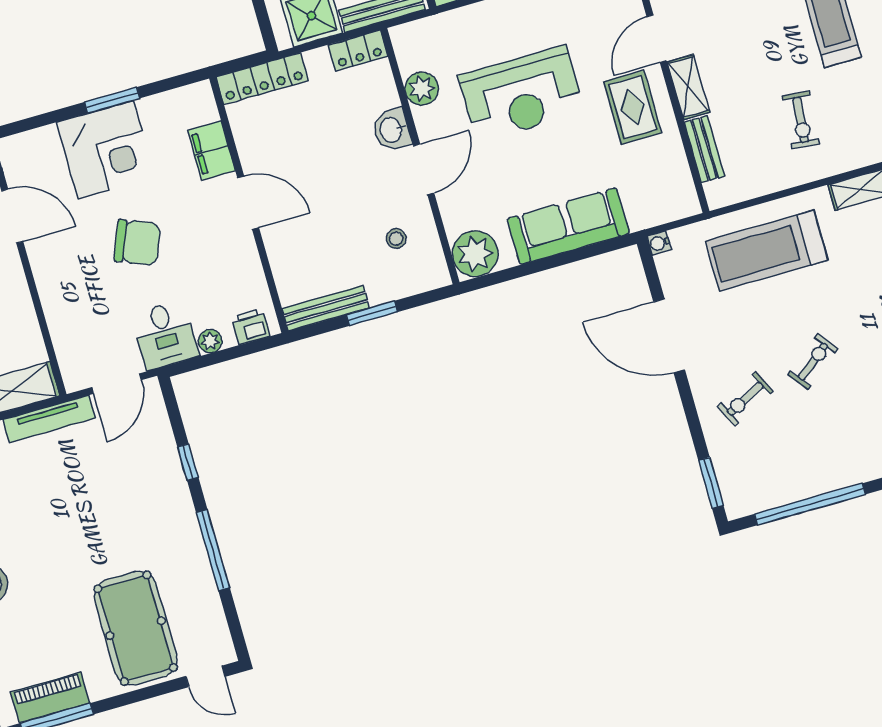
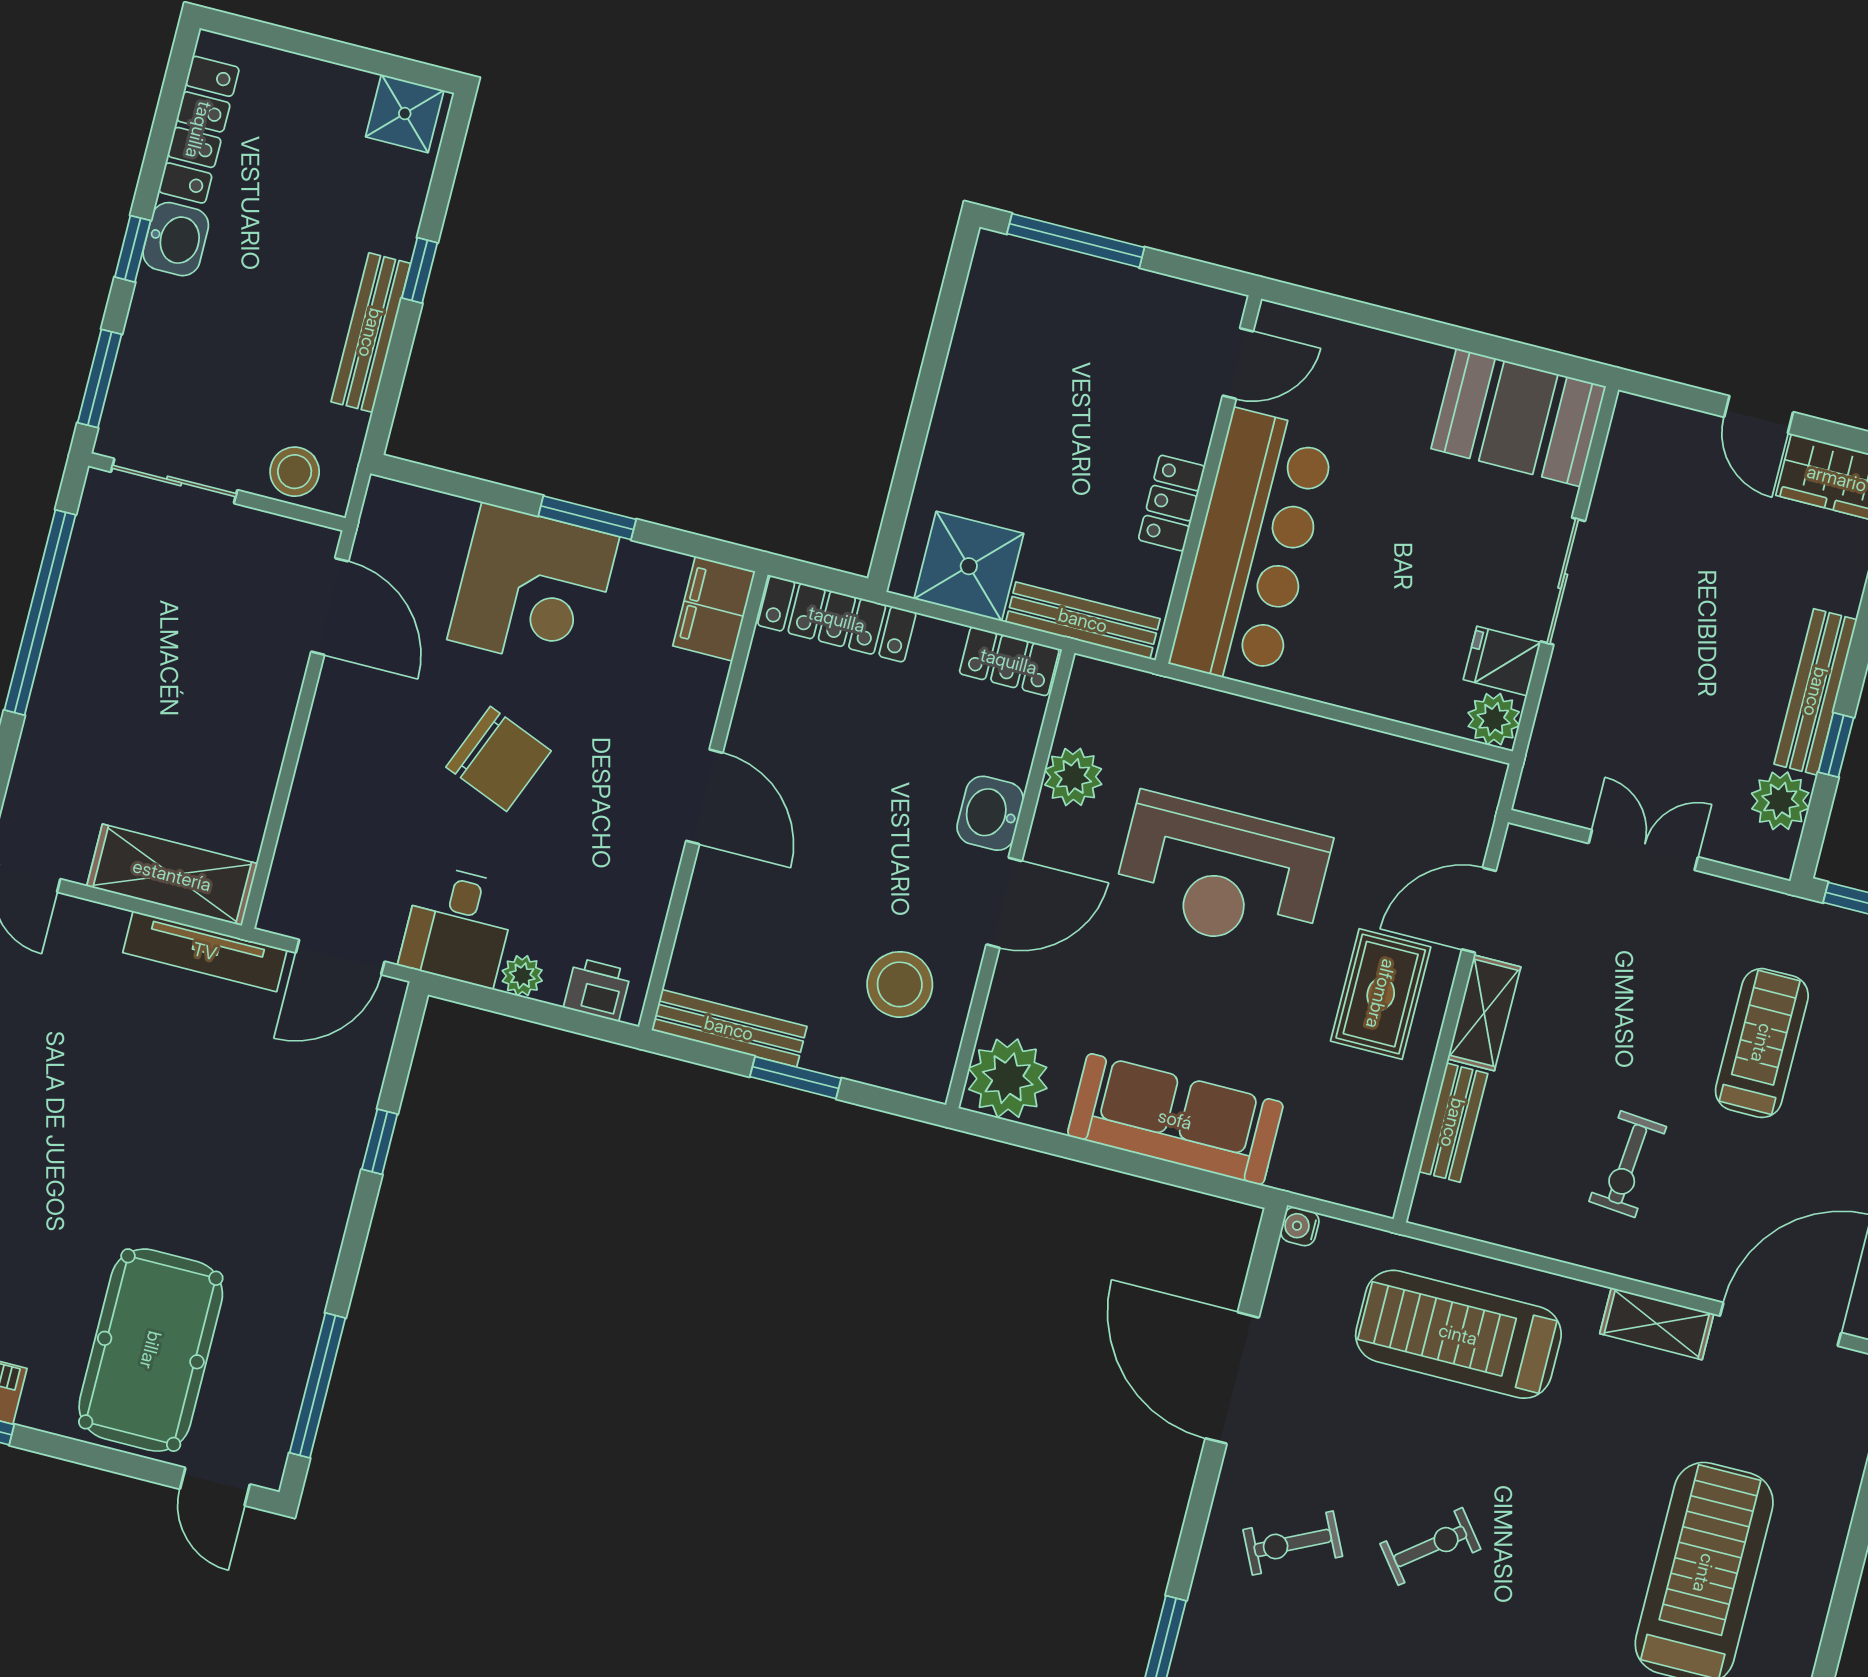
filing cabinet: (212, 150) -> (714, 609), moved
stool: (396, 239) -> (900, 984), width x1.89, depth x1.89
window: (213, 550) -> (318, 1385), moved

